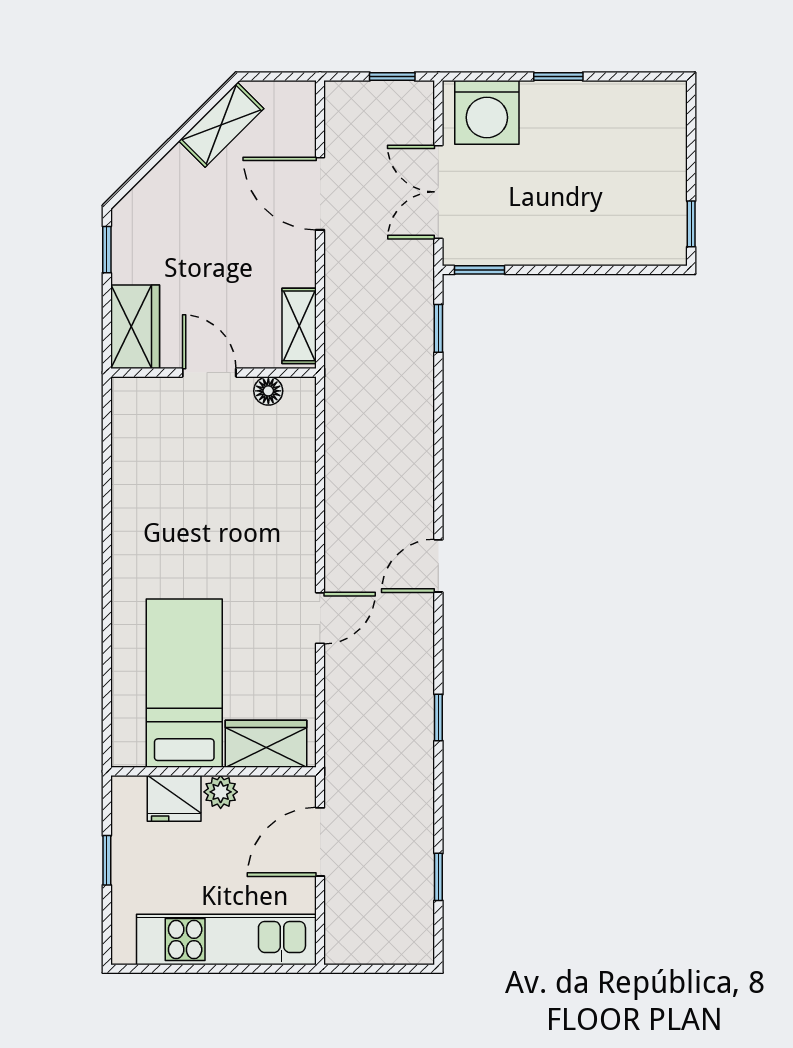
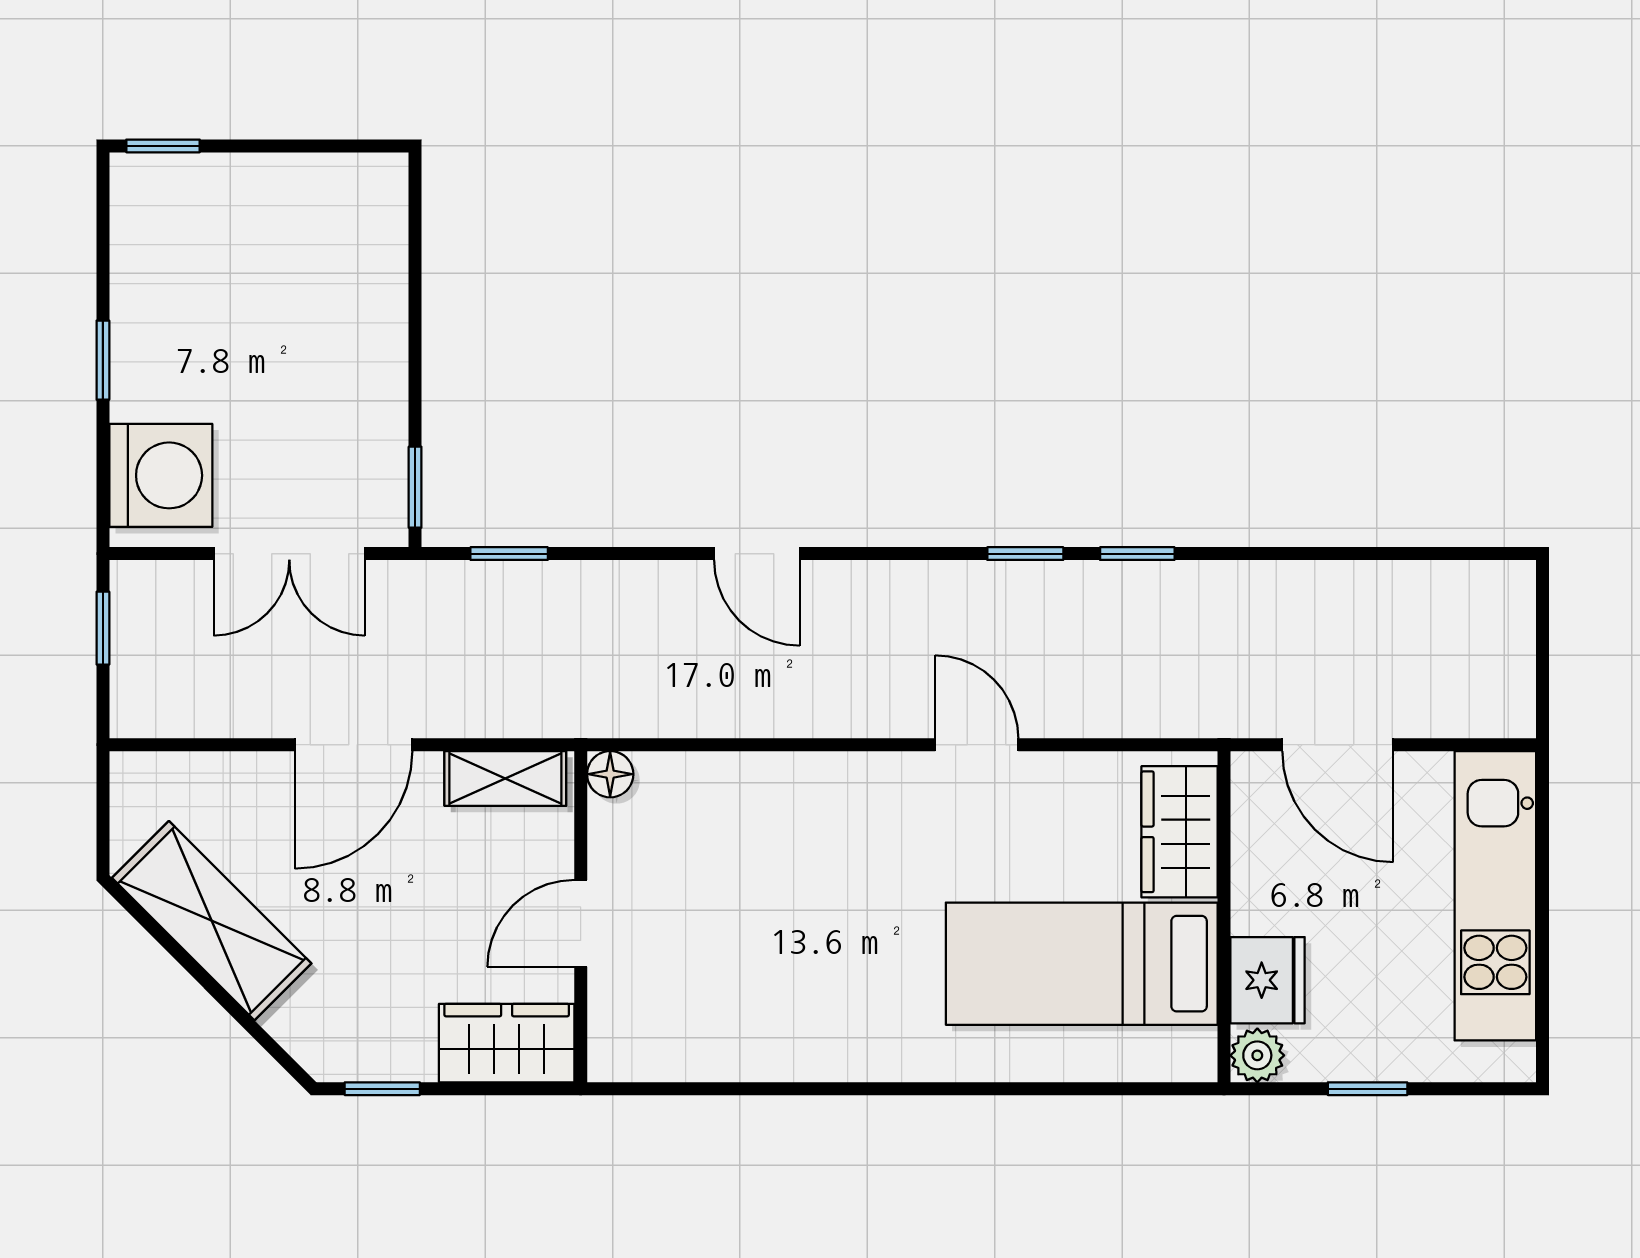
shelving: (221, 125) -> (212, 921), width x1.50, depth x1.33
door: (320, 194) -> (354, 745), moved
window: (691, 224) -> (163, 146), moved
floor lamp: (268, 391) -> (610, 774), moved
door: (438, 566) -> (757, 554), moved
plant: (221, 792) -> (1257, 1055), moved
window: (438, 877) -> (1025, 554), moved

